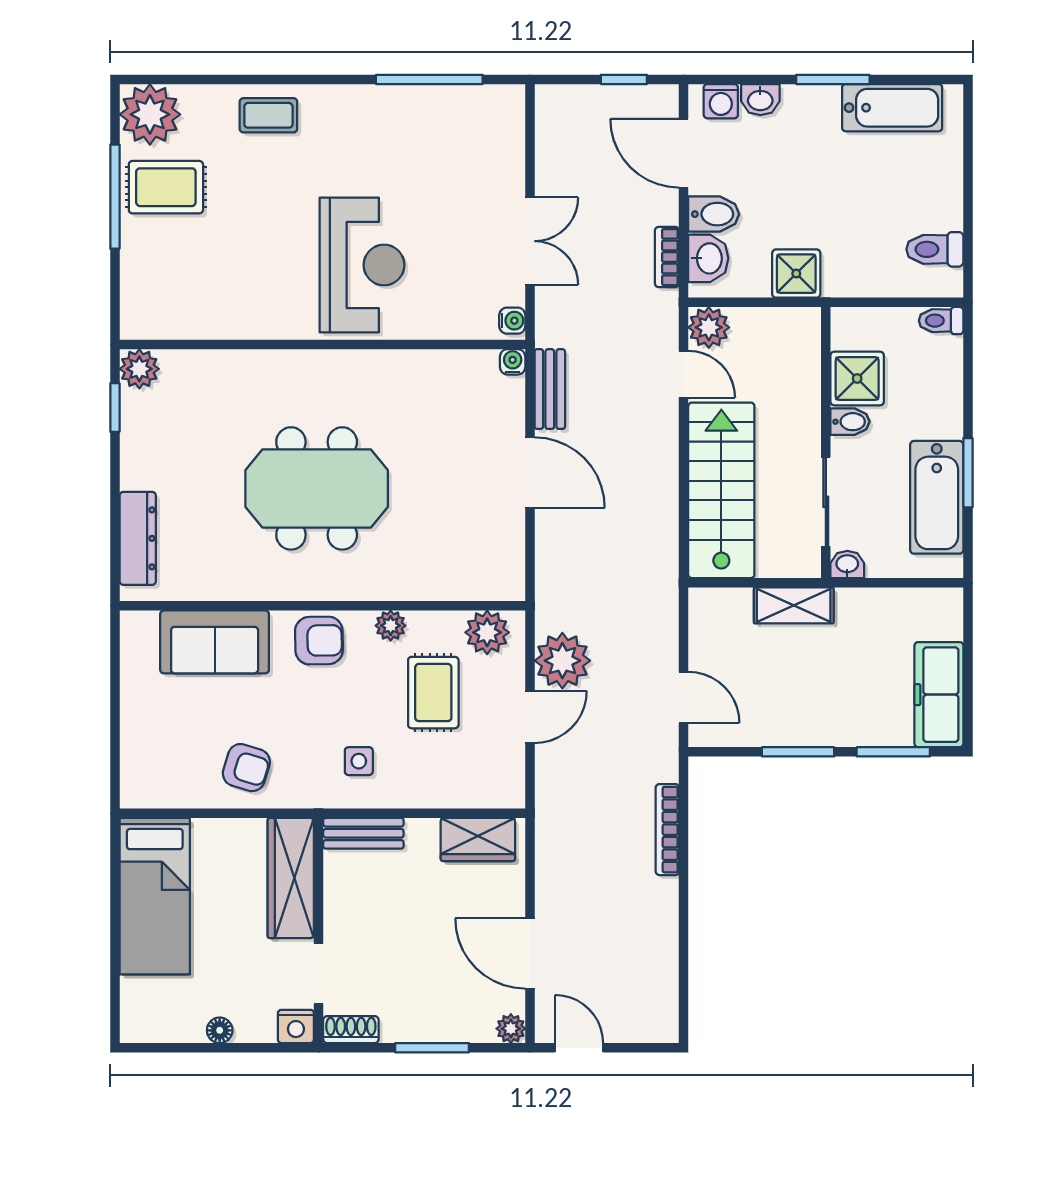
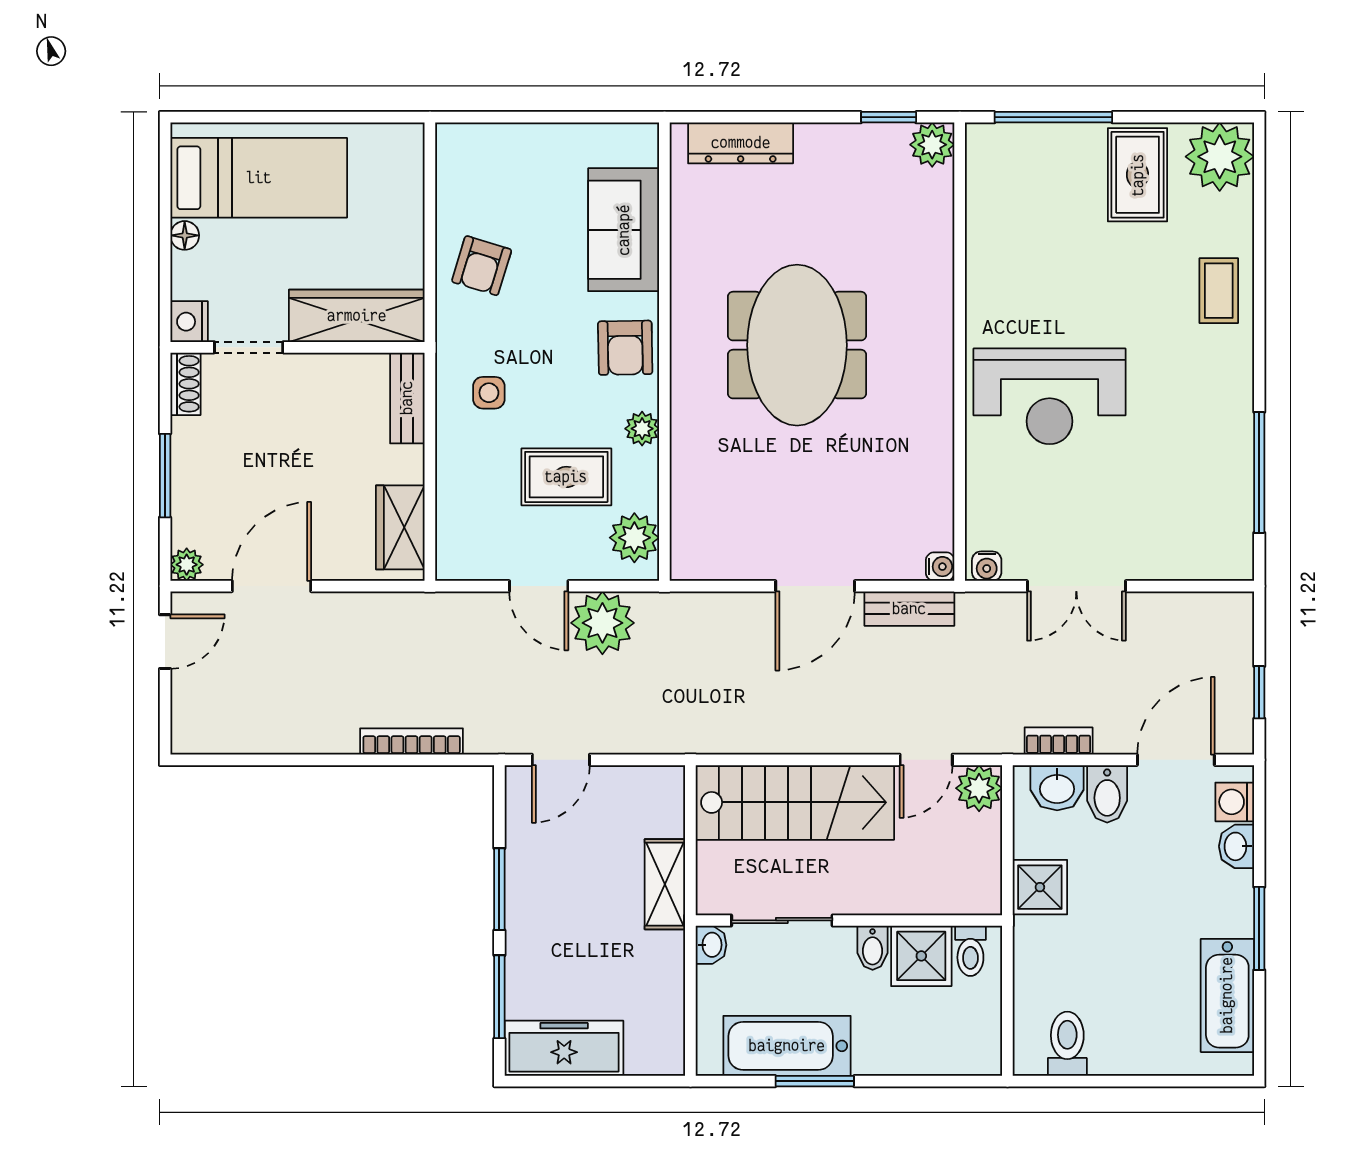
window: (115, 197) -> (1053, 117), moved
toilet: (941, 321) -> (970, 951), moved, turned 180
bed: (155, 896) -> (259, 178), moved, turned 180

